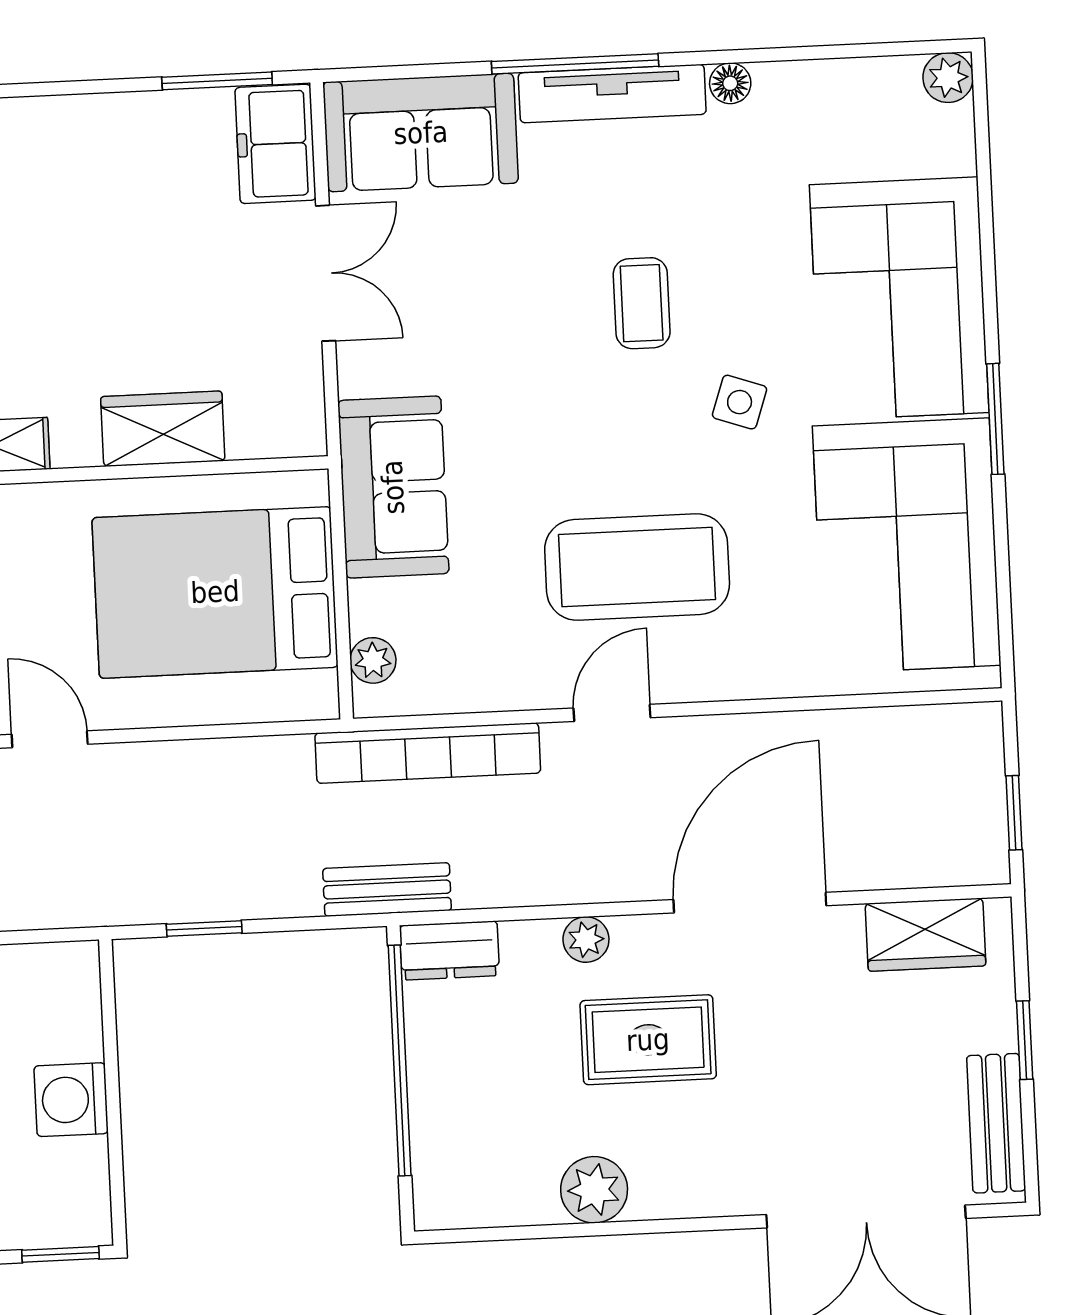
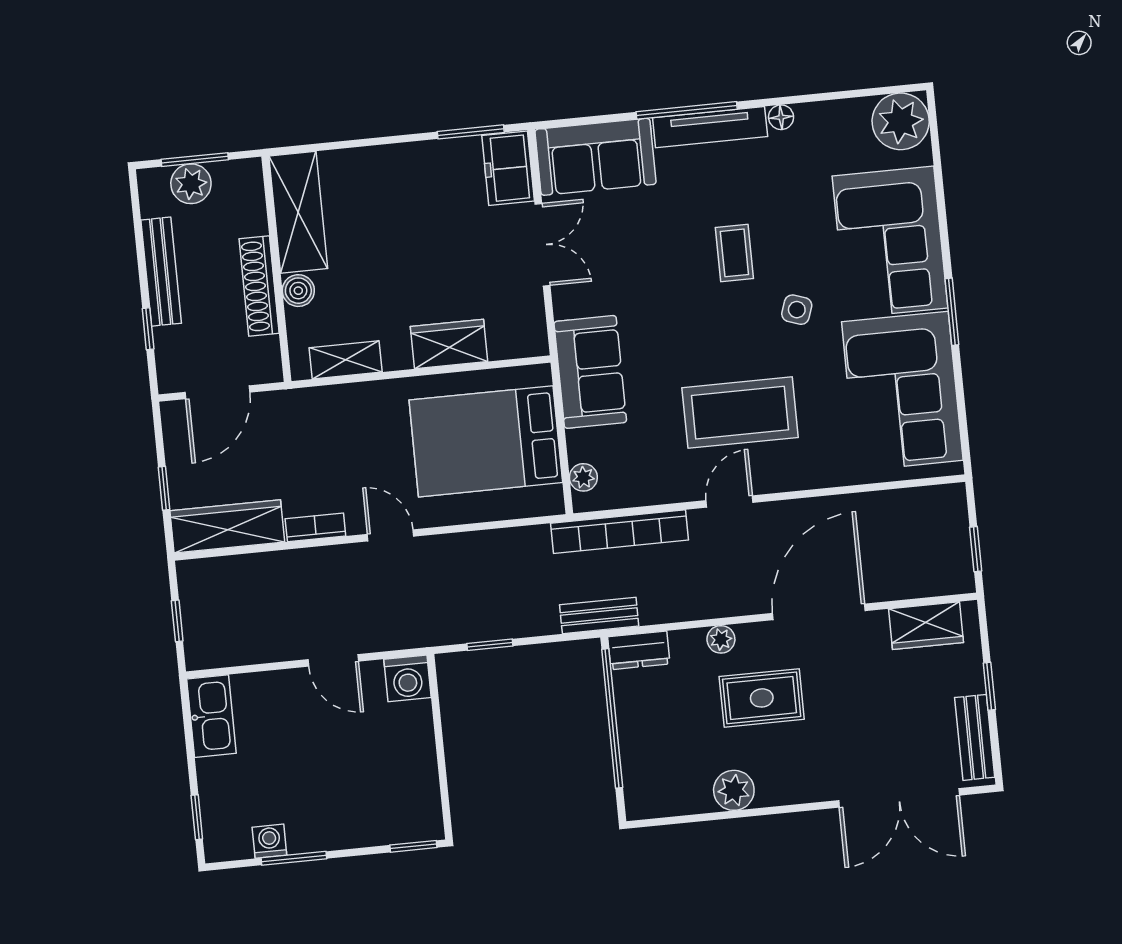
plant: (948, 78) -> (901, 121), width x1.87, depth x1.87
washing machine: (71, 1100) -> (407, 678), moved, turned -90

